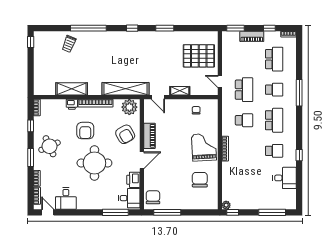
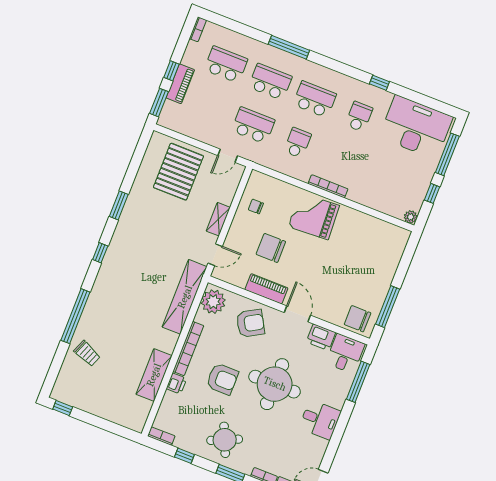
window: (269, 28) -> (172, 71), moved
school desk: (274, 90) -> (270, 82), width x1.85
desk: (285, 178) -> (416, 127), width x1.87, depth x1.30
chair: (200, 180) -> (271, 248), moved
desk: (66, 198) -> (320, 420), moved
window: (233, 212) -> (432, 193), moved

